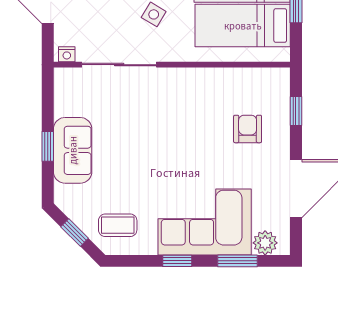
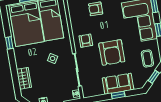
armchair: (181, 95) -> (86, 41), added
armchair: (145, 148) -> (112, 52), added

